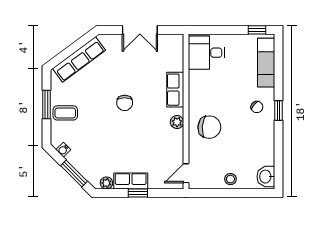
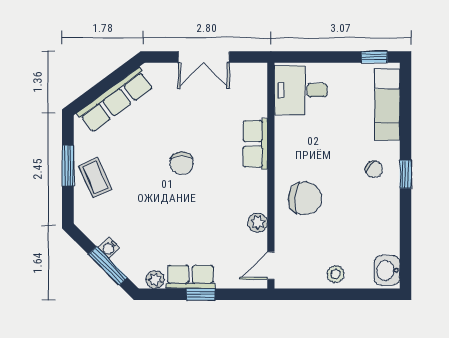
coffee table: (65, 113) -> (95, 178), turned 66
plant: (177, 122) -> (258, 222), moved
water cooler: (63, 150) -> (109, 248), moved

